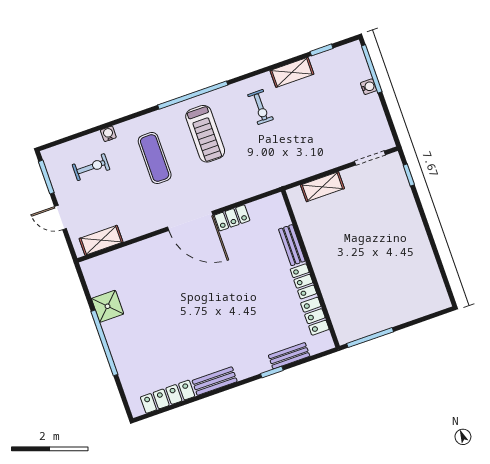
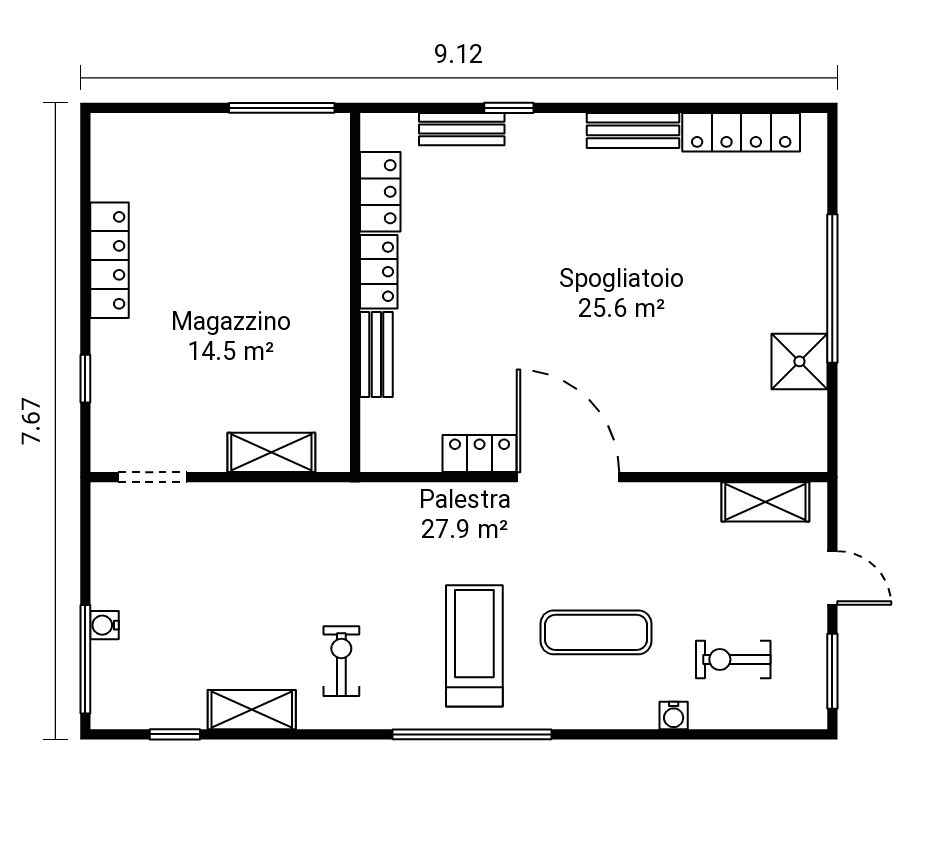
exercise mat: (155, 158) -> (596, 632), turned 90
window: (409, 175) -> (85, 379), moved
locker: (422, 245) -> (109, 260), added

